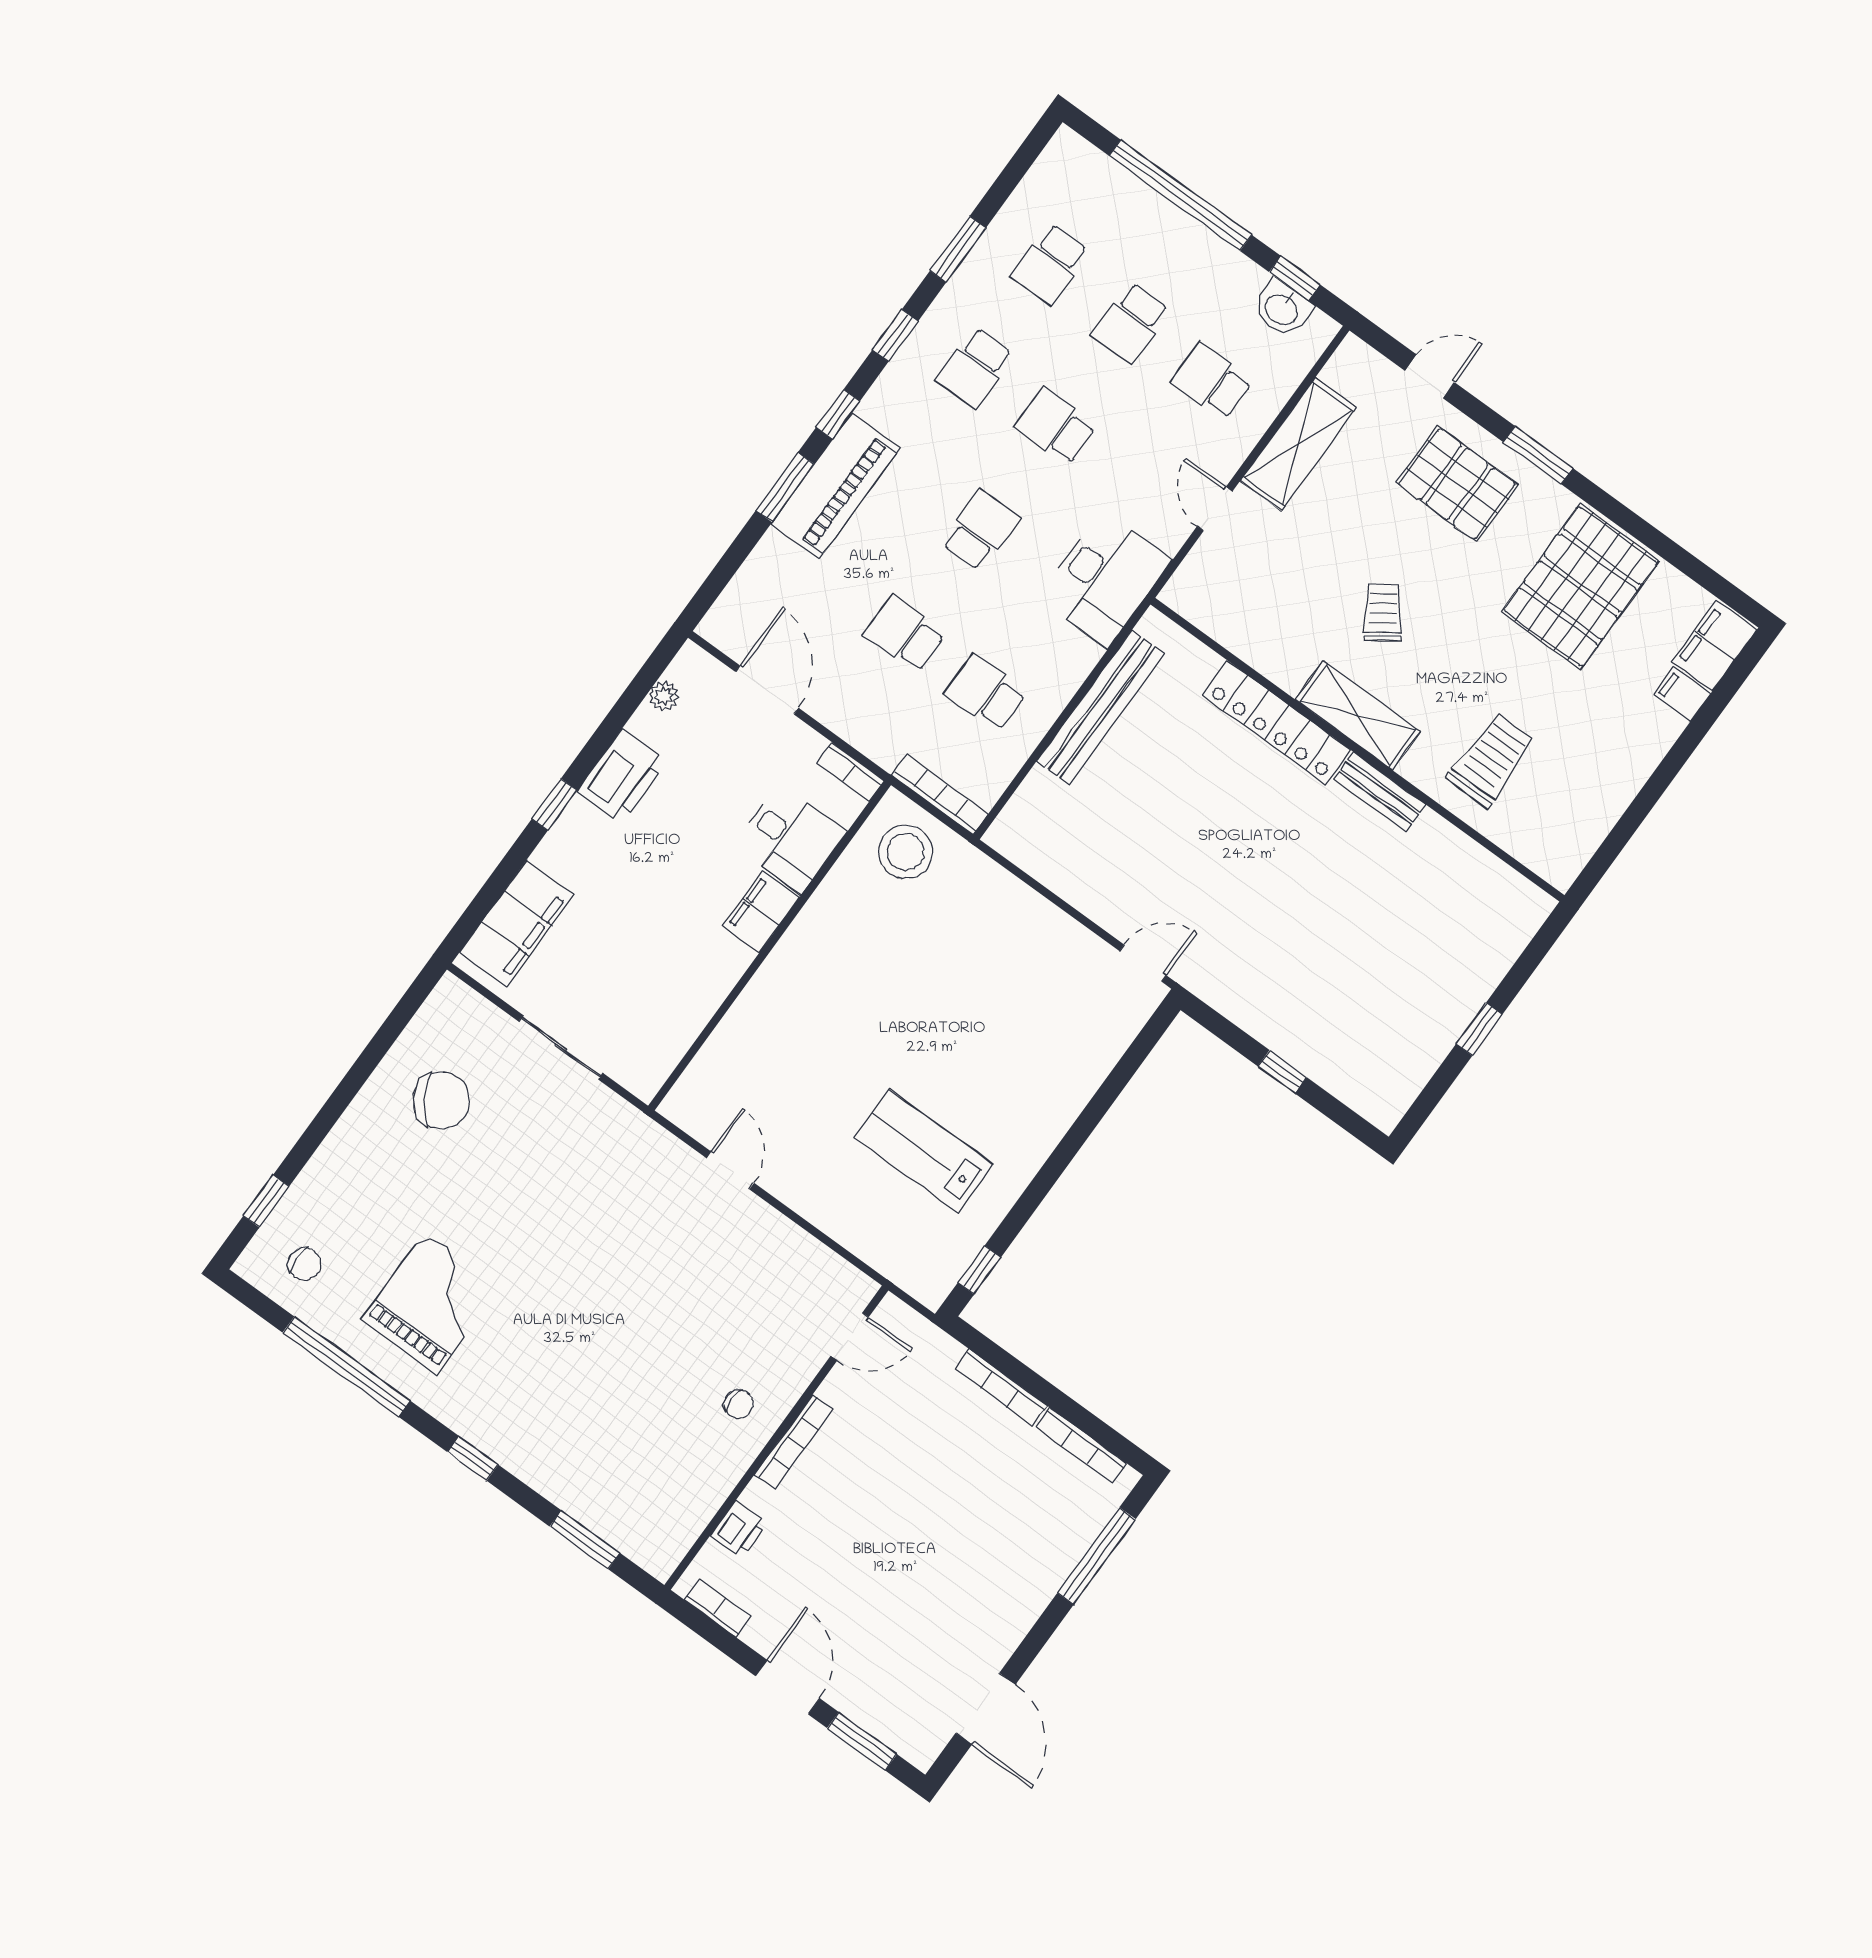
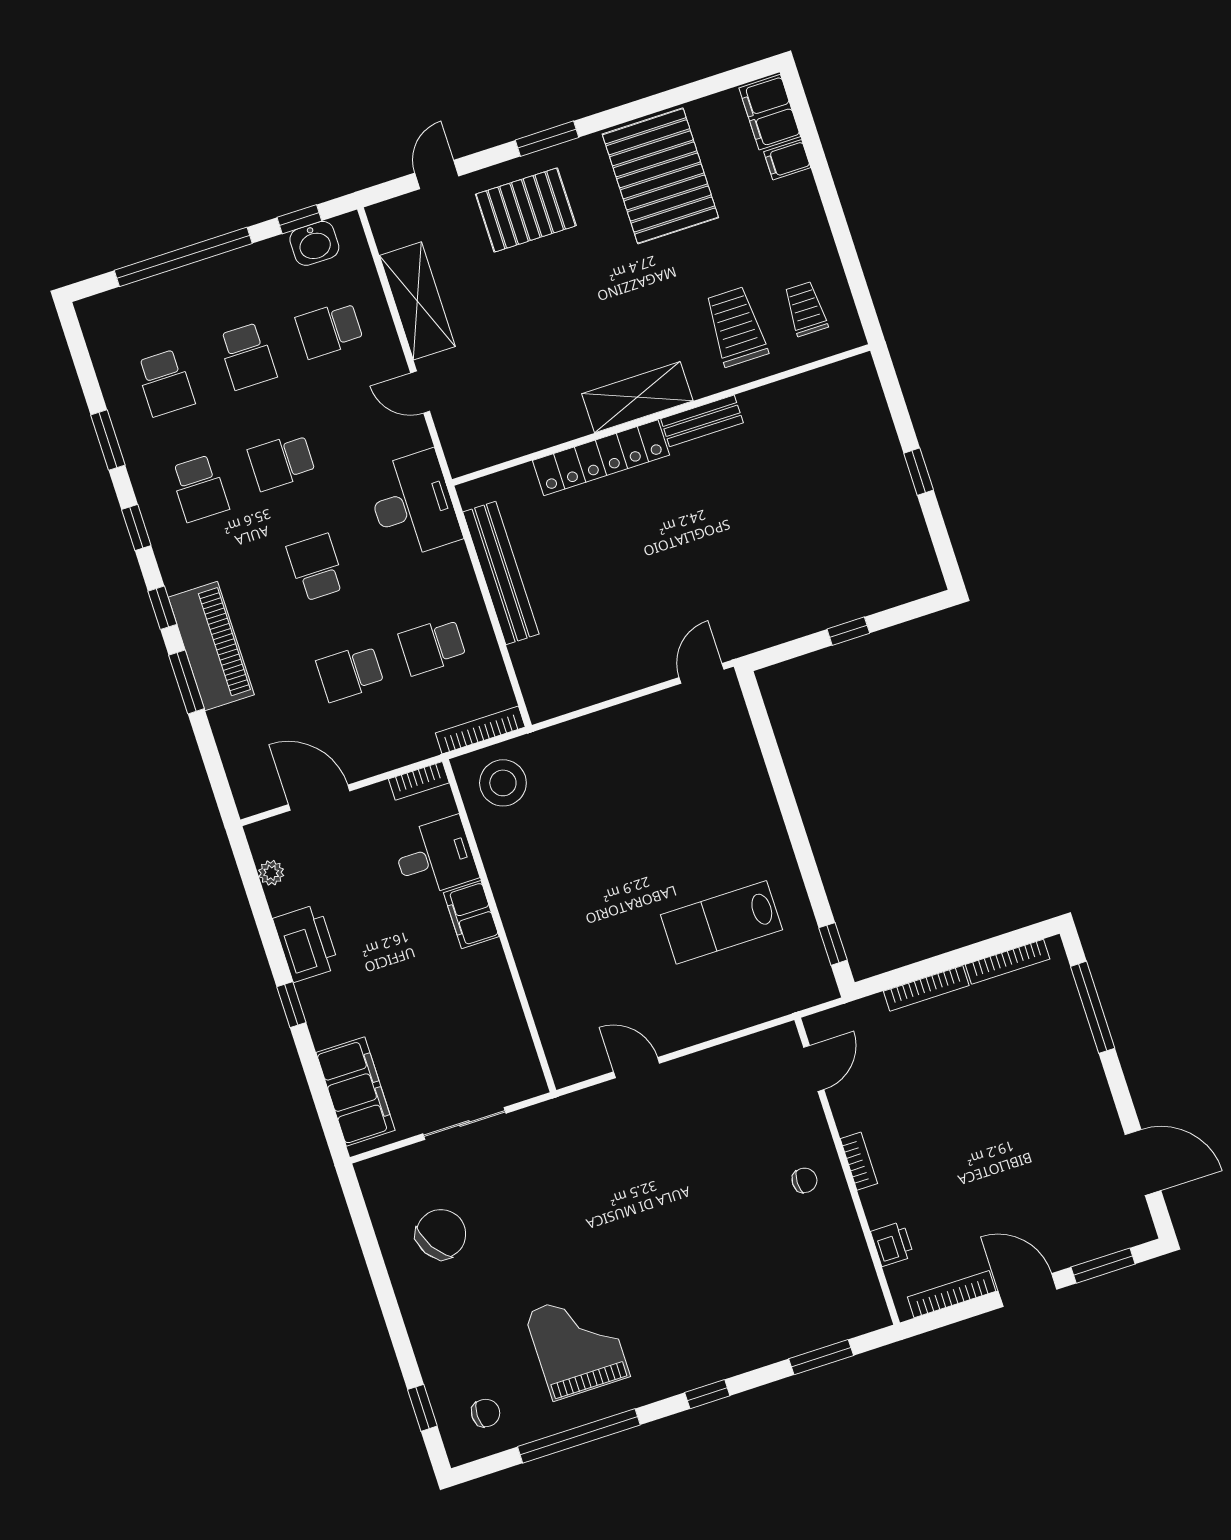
trolley: (1383, 612) -> (806, 309), moved, turned 35
bookcase: (794, 1442) -> (859, 1161), width x0.64
bookcase: (718, 1608) -> (952, 1294), width x1.56

